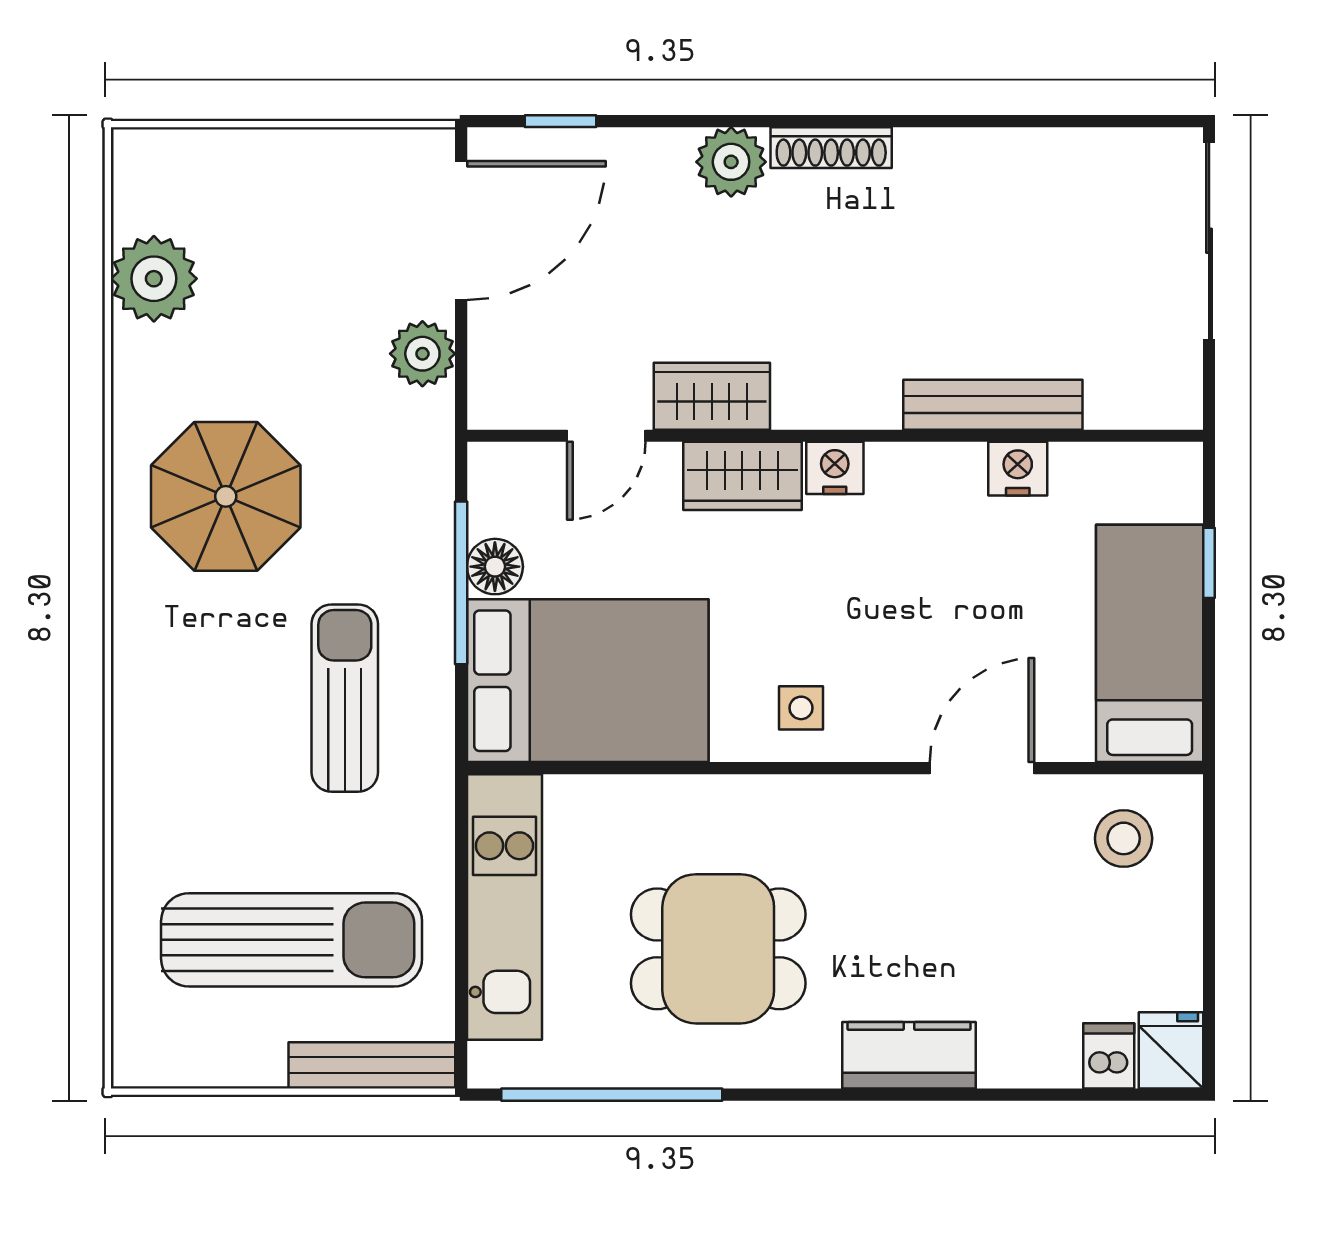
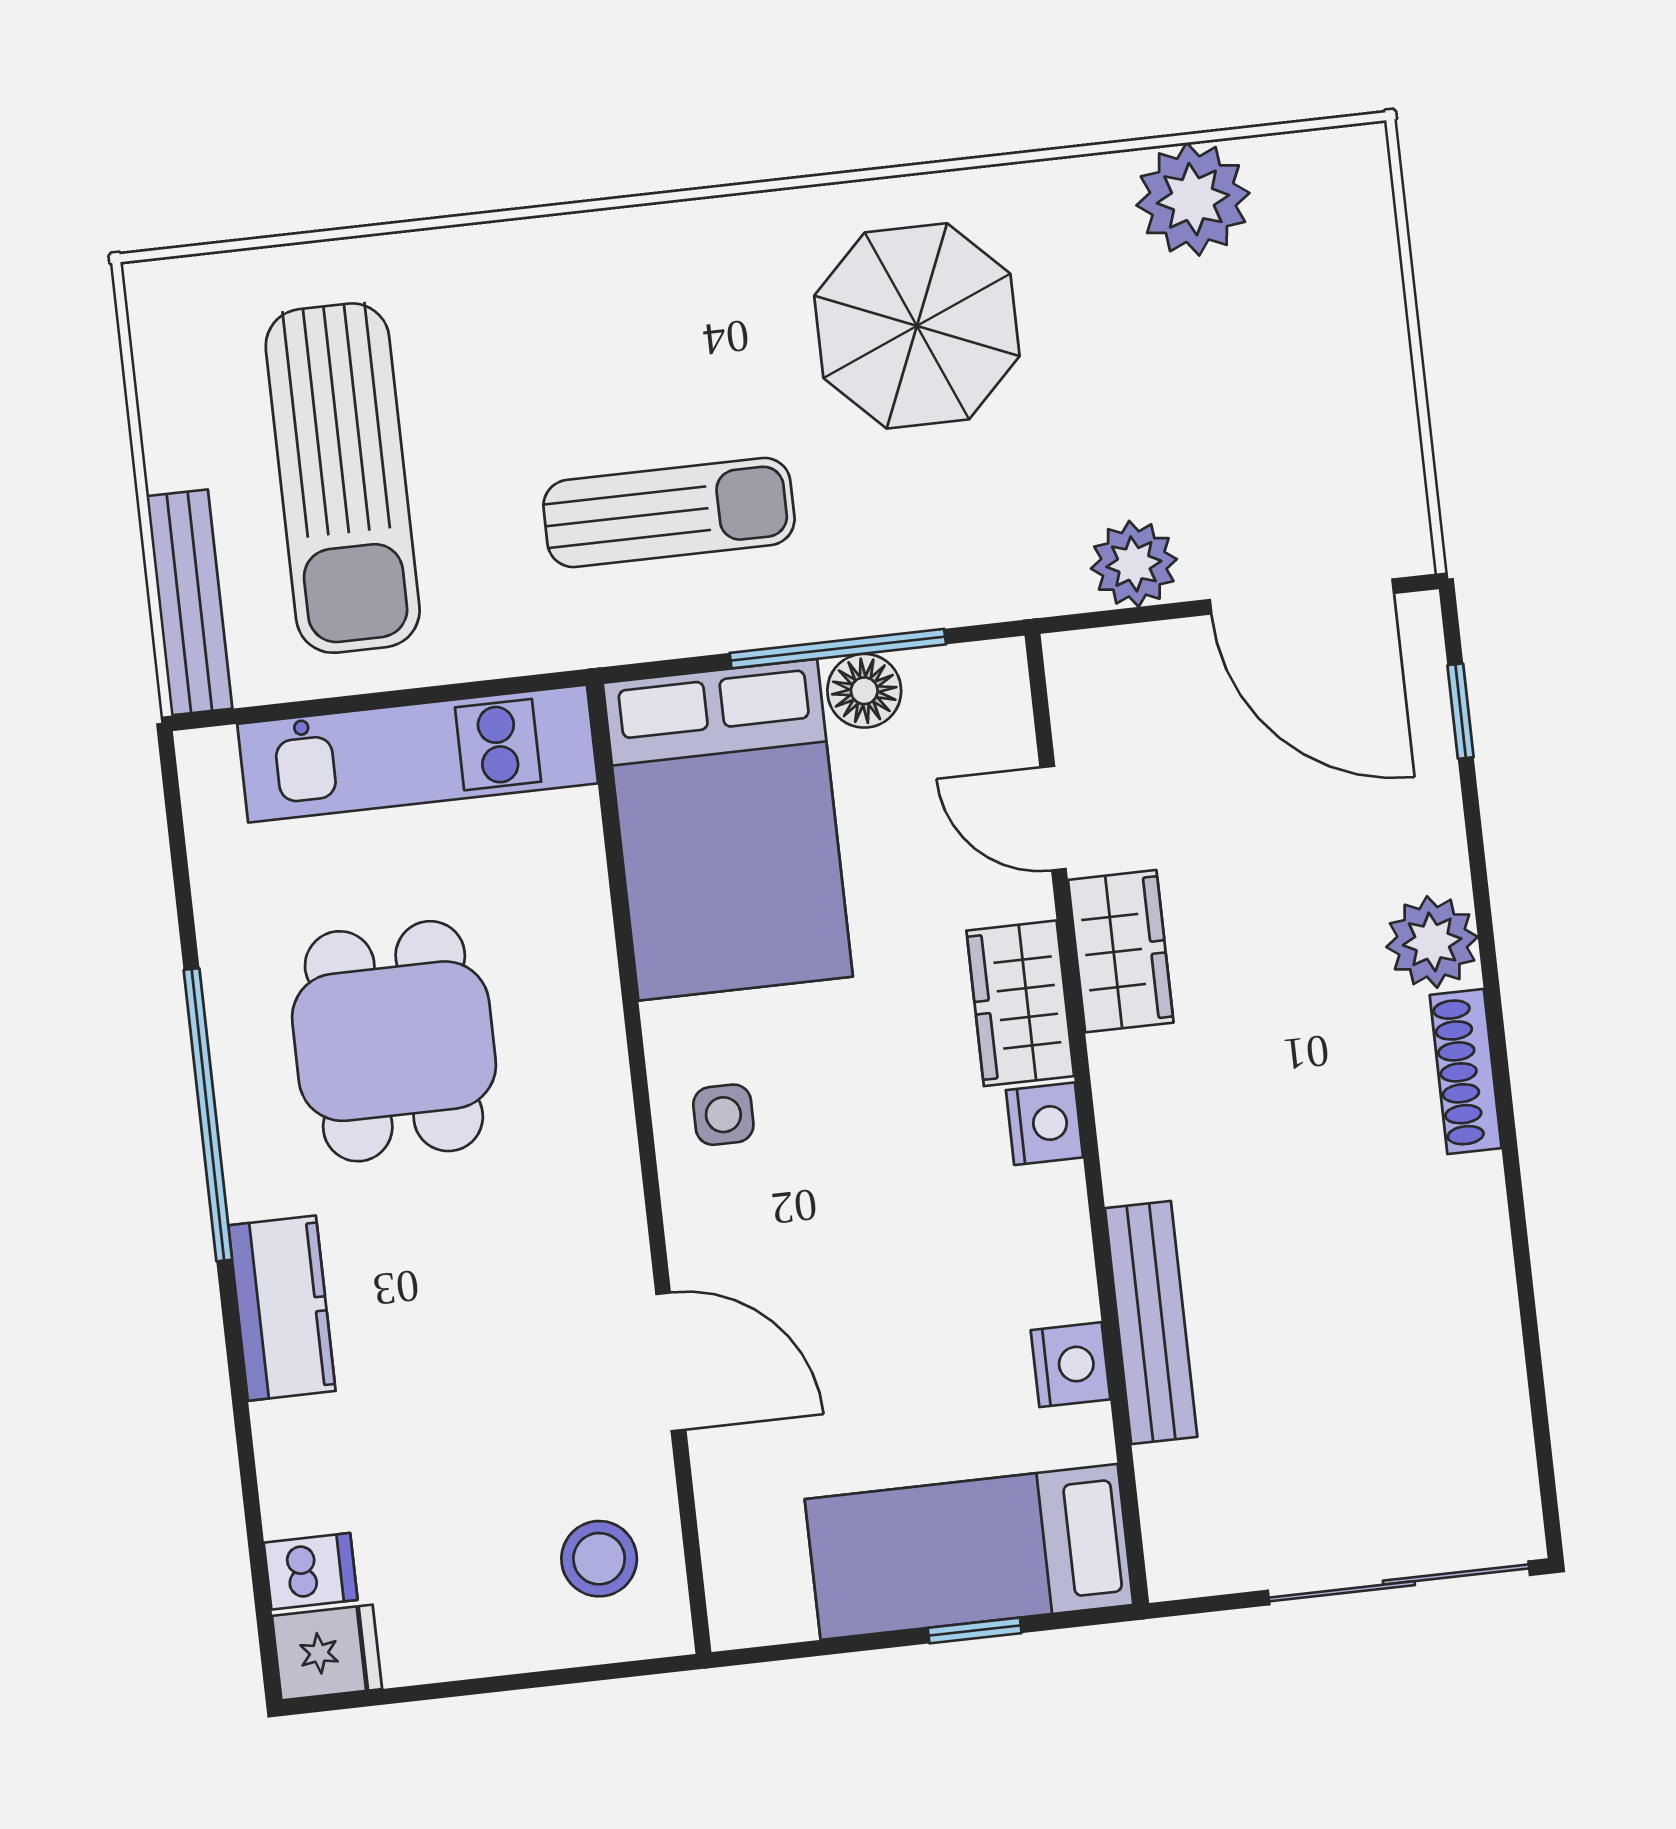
bed: (1150, 643) -> (969, 1552), moved, turned 180
window: (612, 1095) -> (208, 1115), moved

